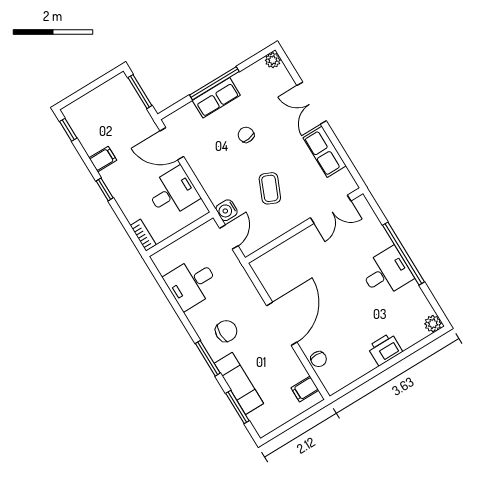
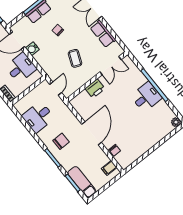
water cooler: (227, 210) -> (32, 49), moved
printer: (385, 349) -> (95, 89), moved, turned 180
exam couch: (239, 383) -> (82, 182), moved

